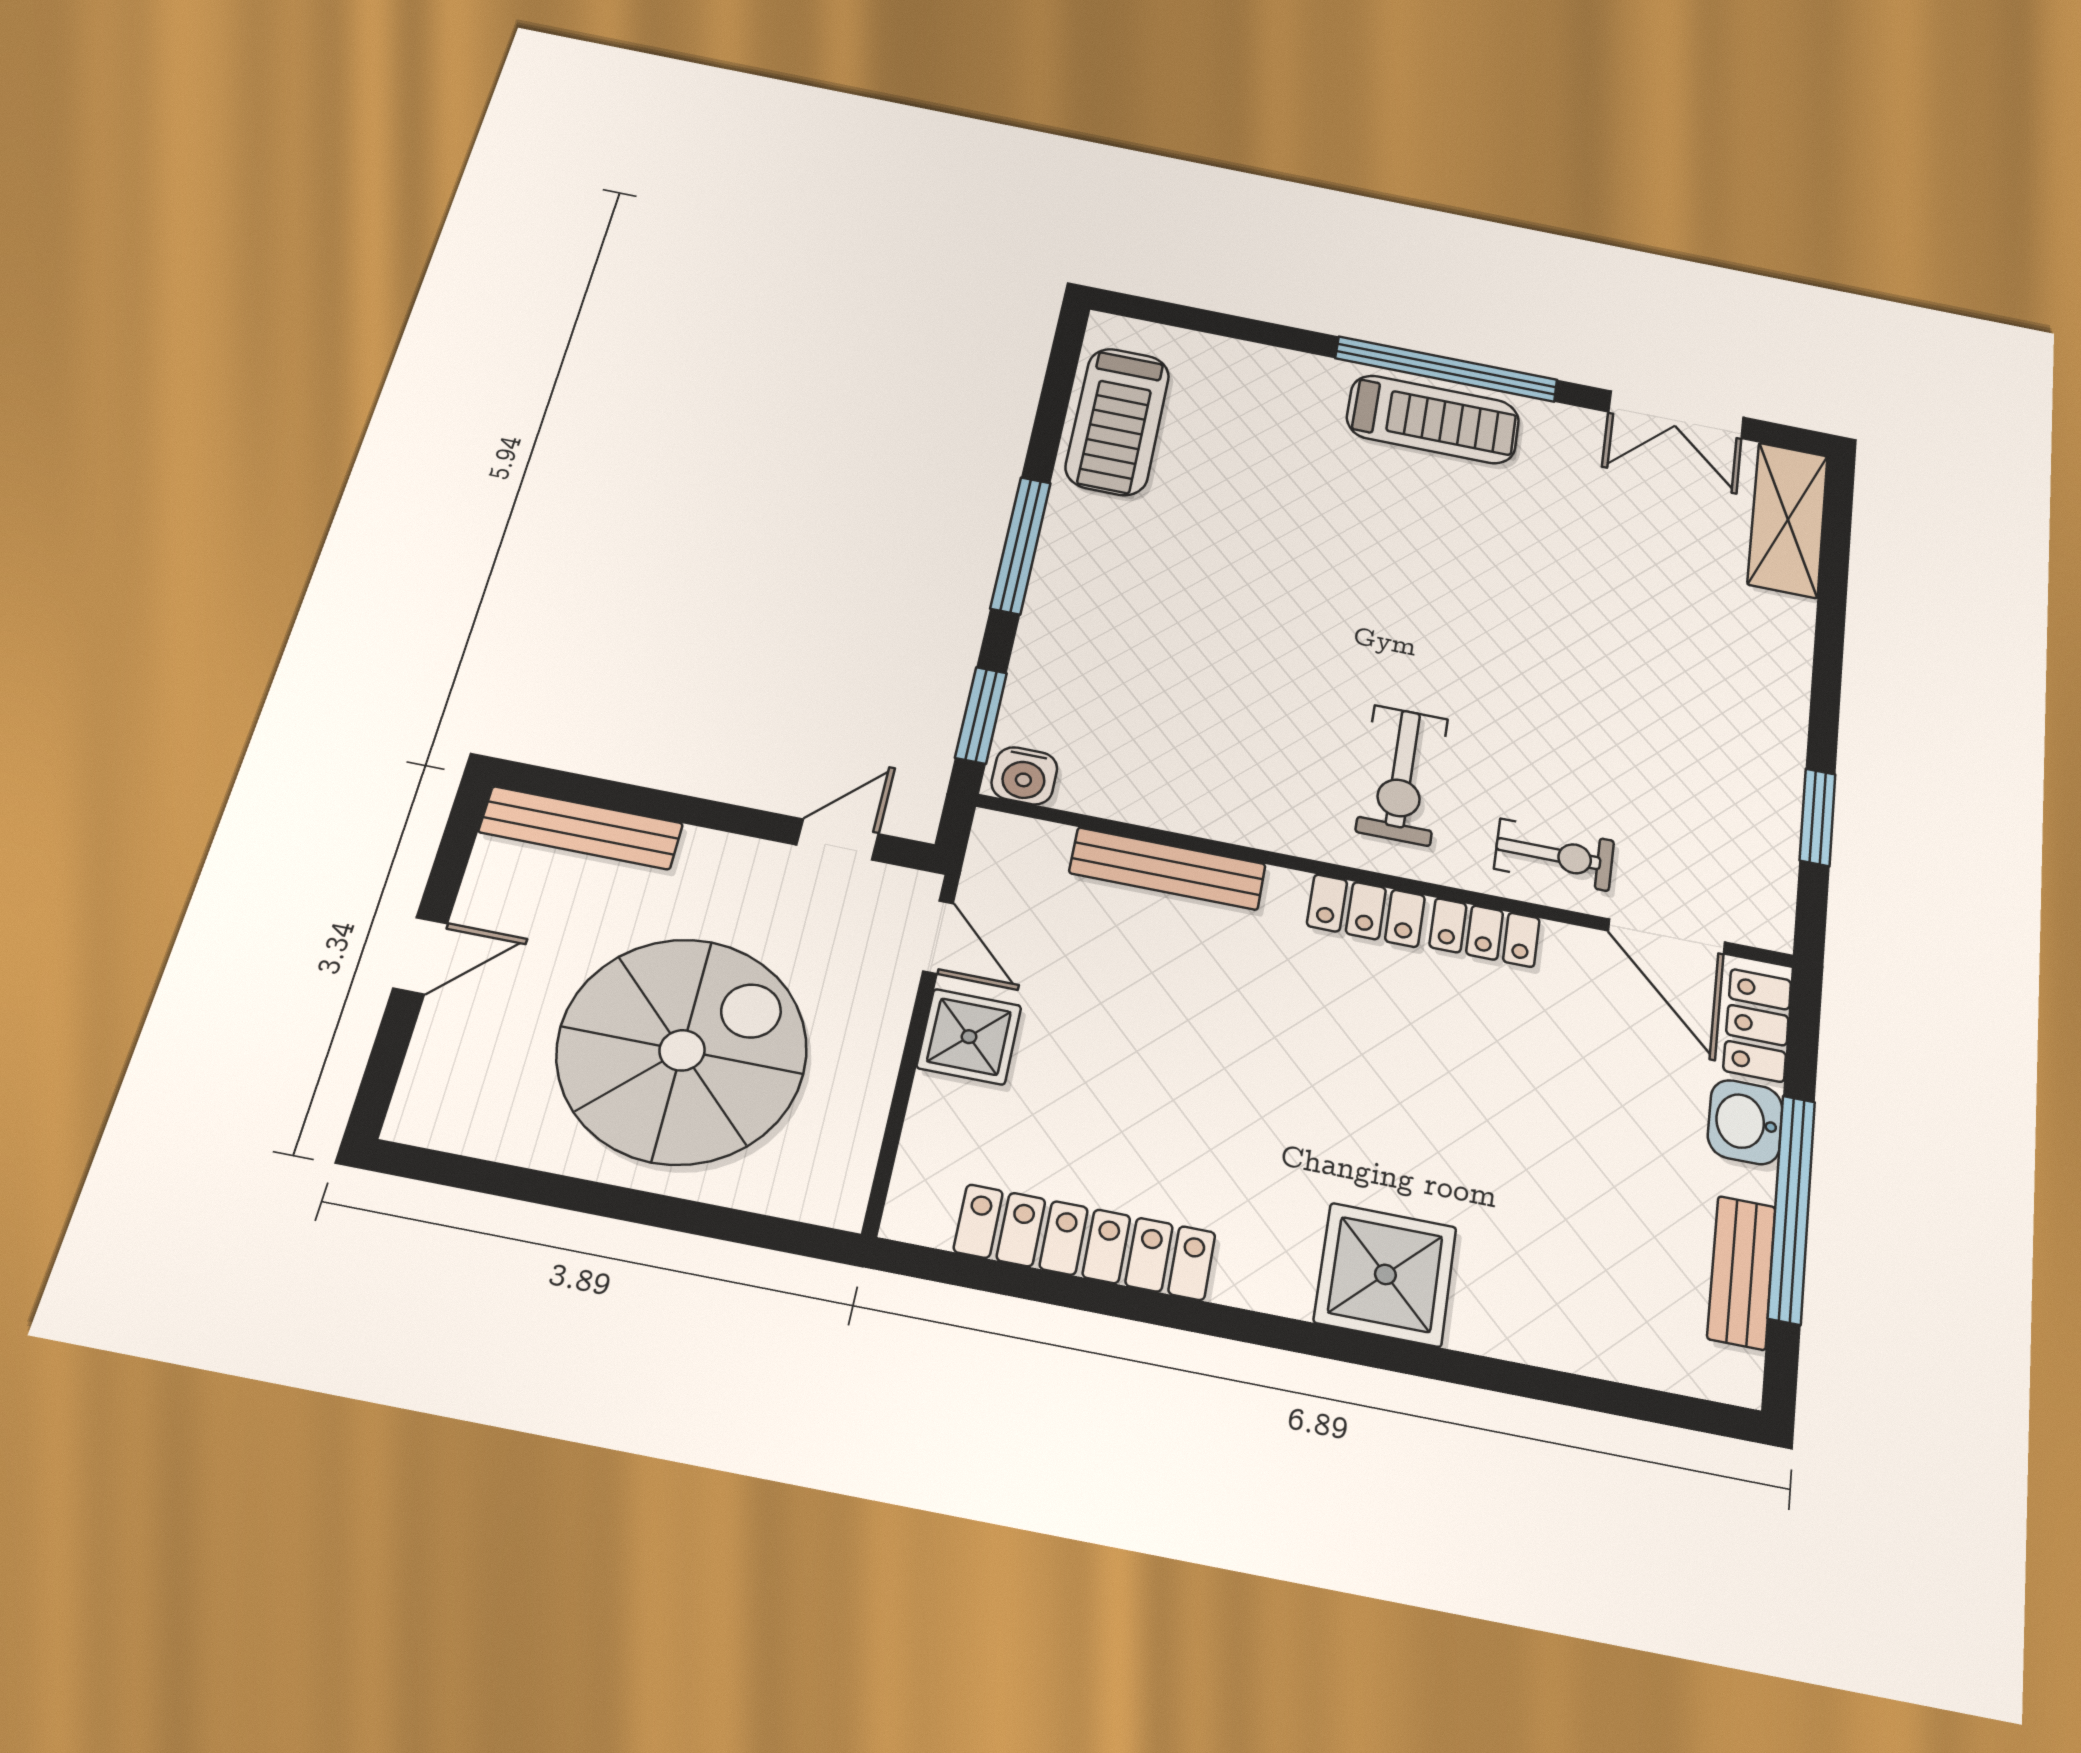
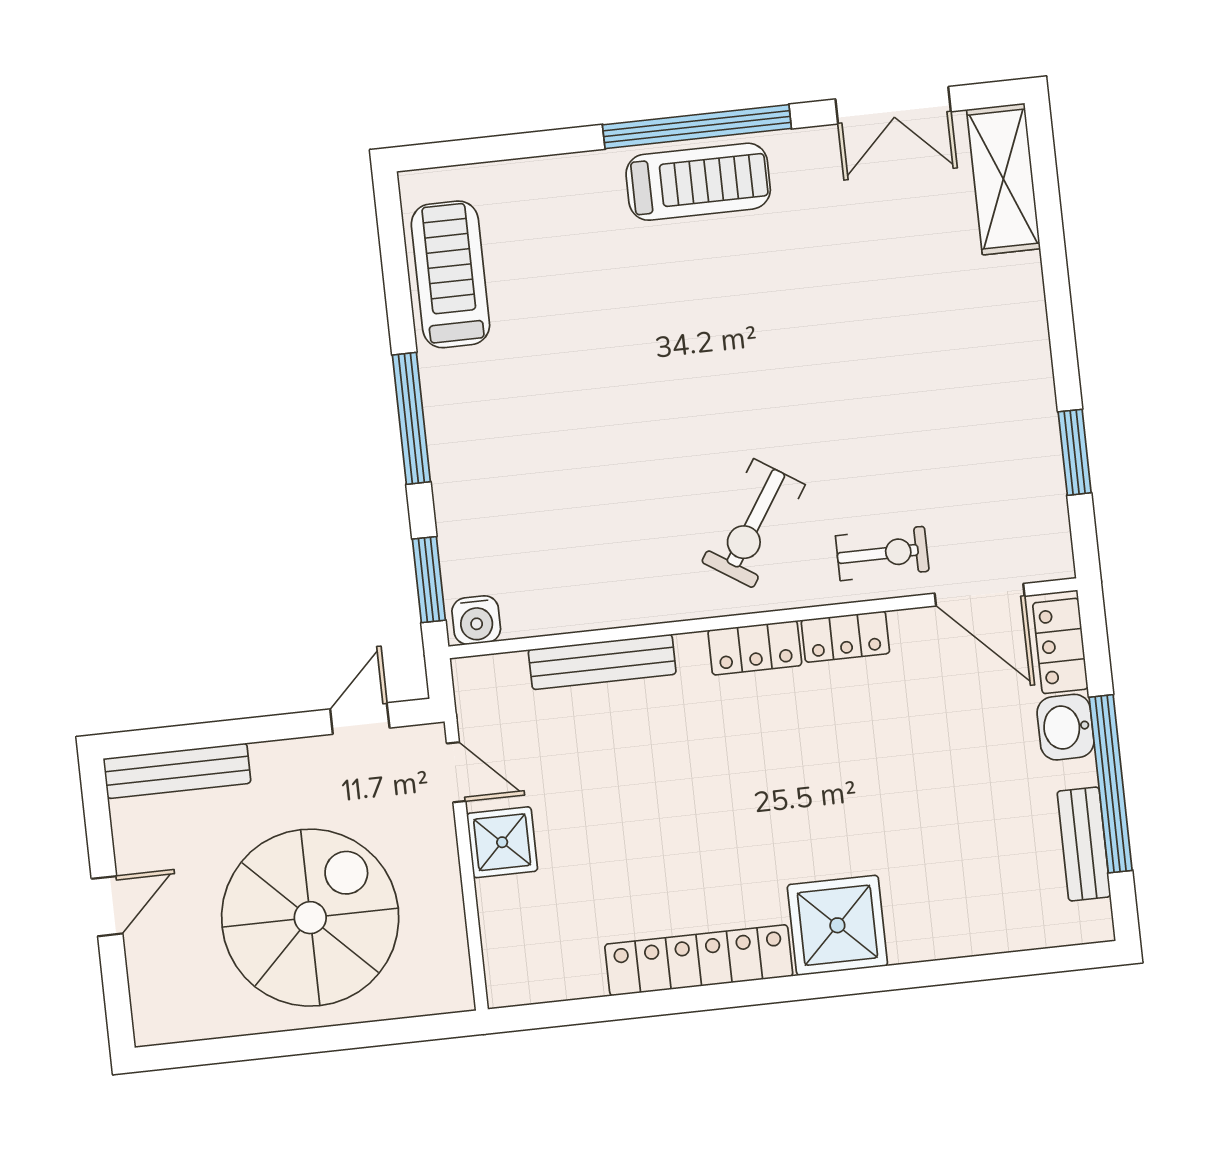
treadmill: (1118, 421) -> (450, 274), turned 180
exercise bike: (1402, 775) -> (753, 523), turned 33
locker: (1085, 1242) -> (699, 960), moved

